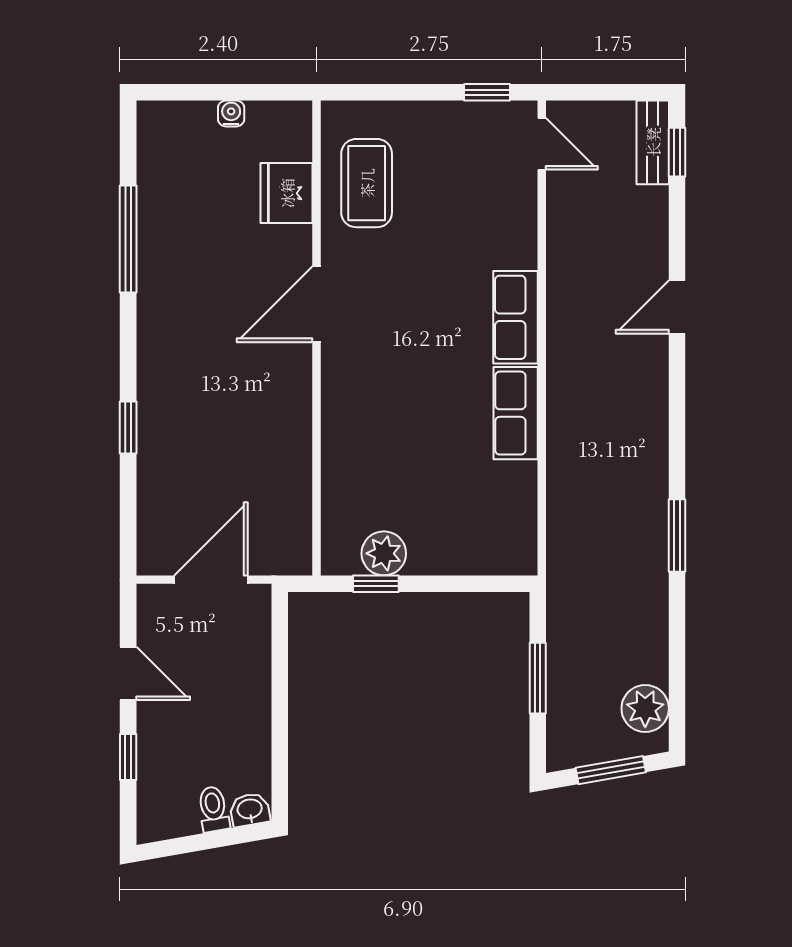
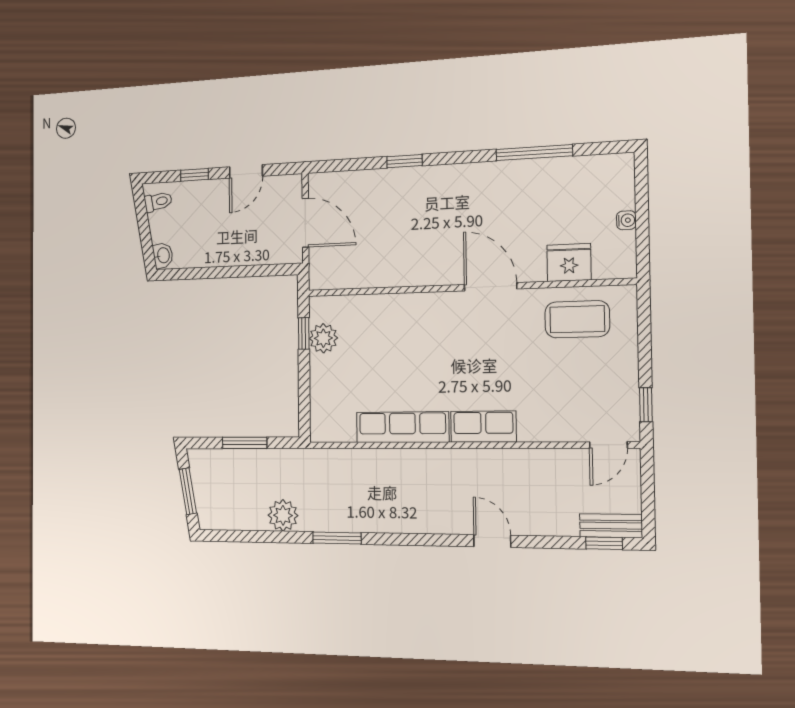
row of seats: (516, 413) -> (402, 427), width x1.48
plant: (645, 708) -> (283, 515), moved
toilet: (213, 809) -> (158, 202), moved

